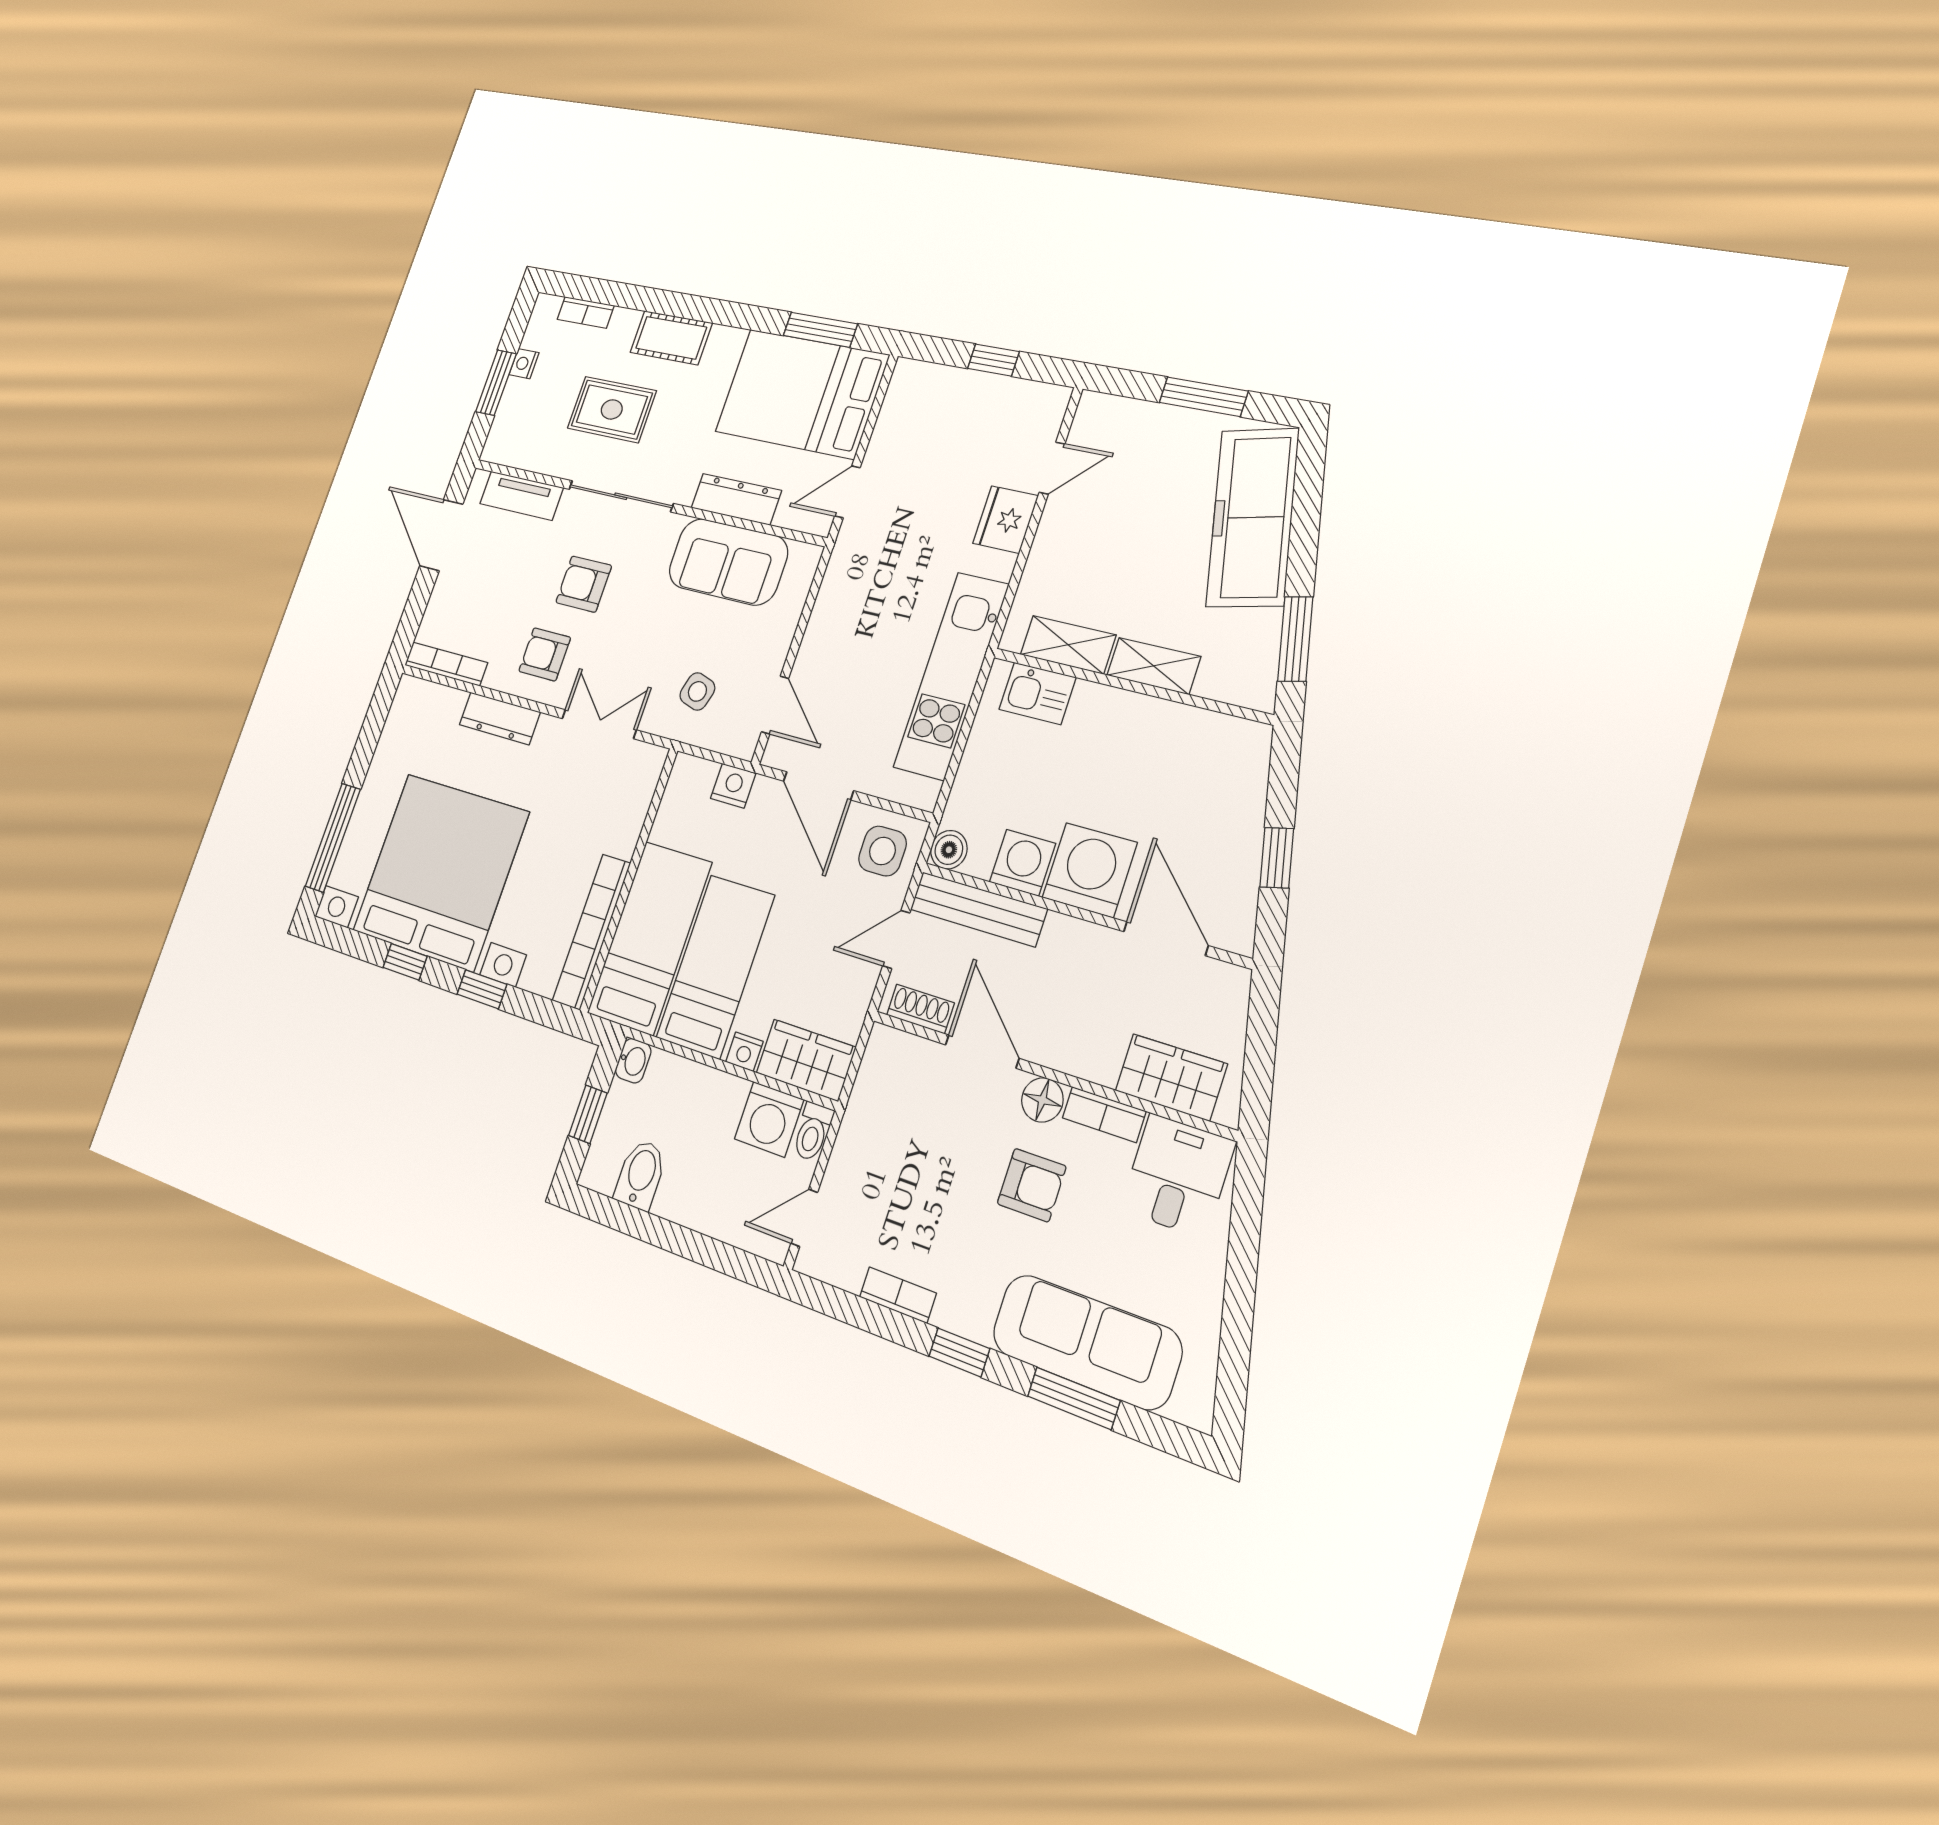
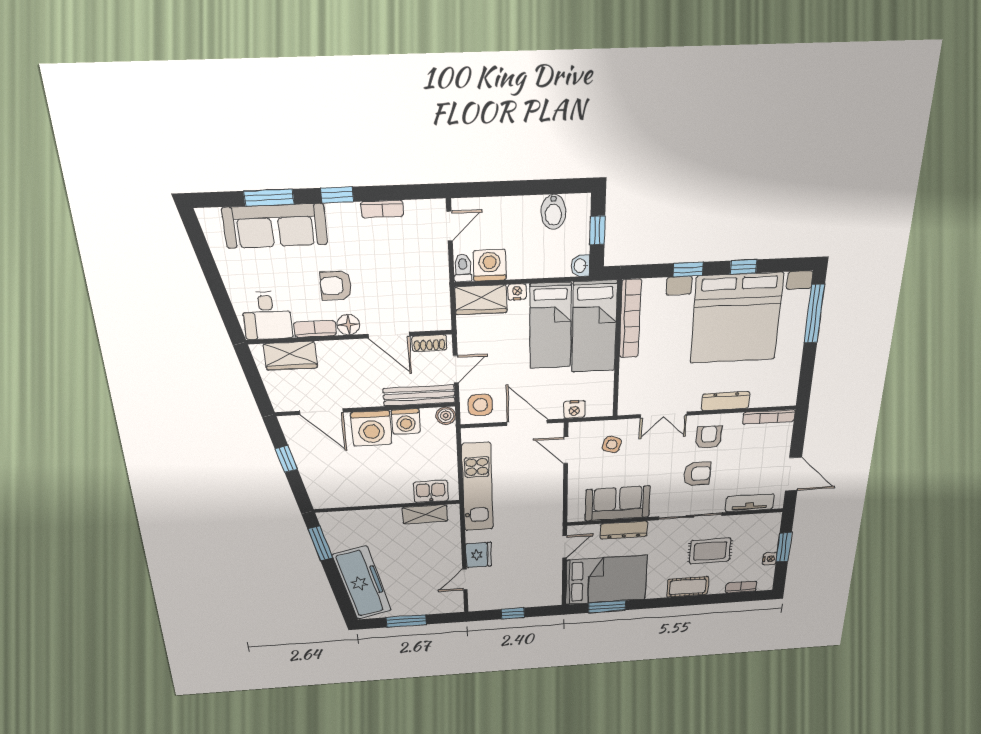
armchair: (545, 654) -> (709, 437), turned -90
shelving: (1154, 666) -> (380, 517), removed

